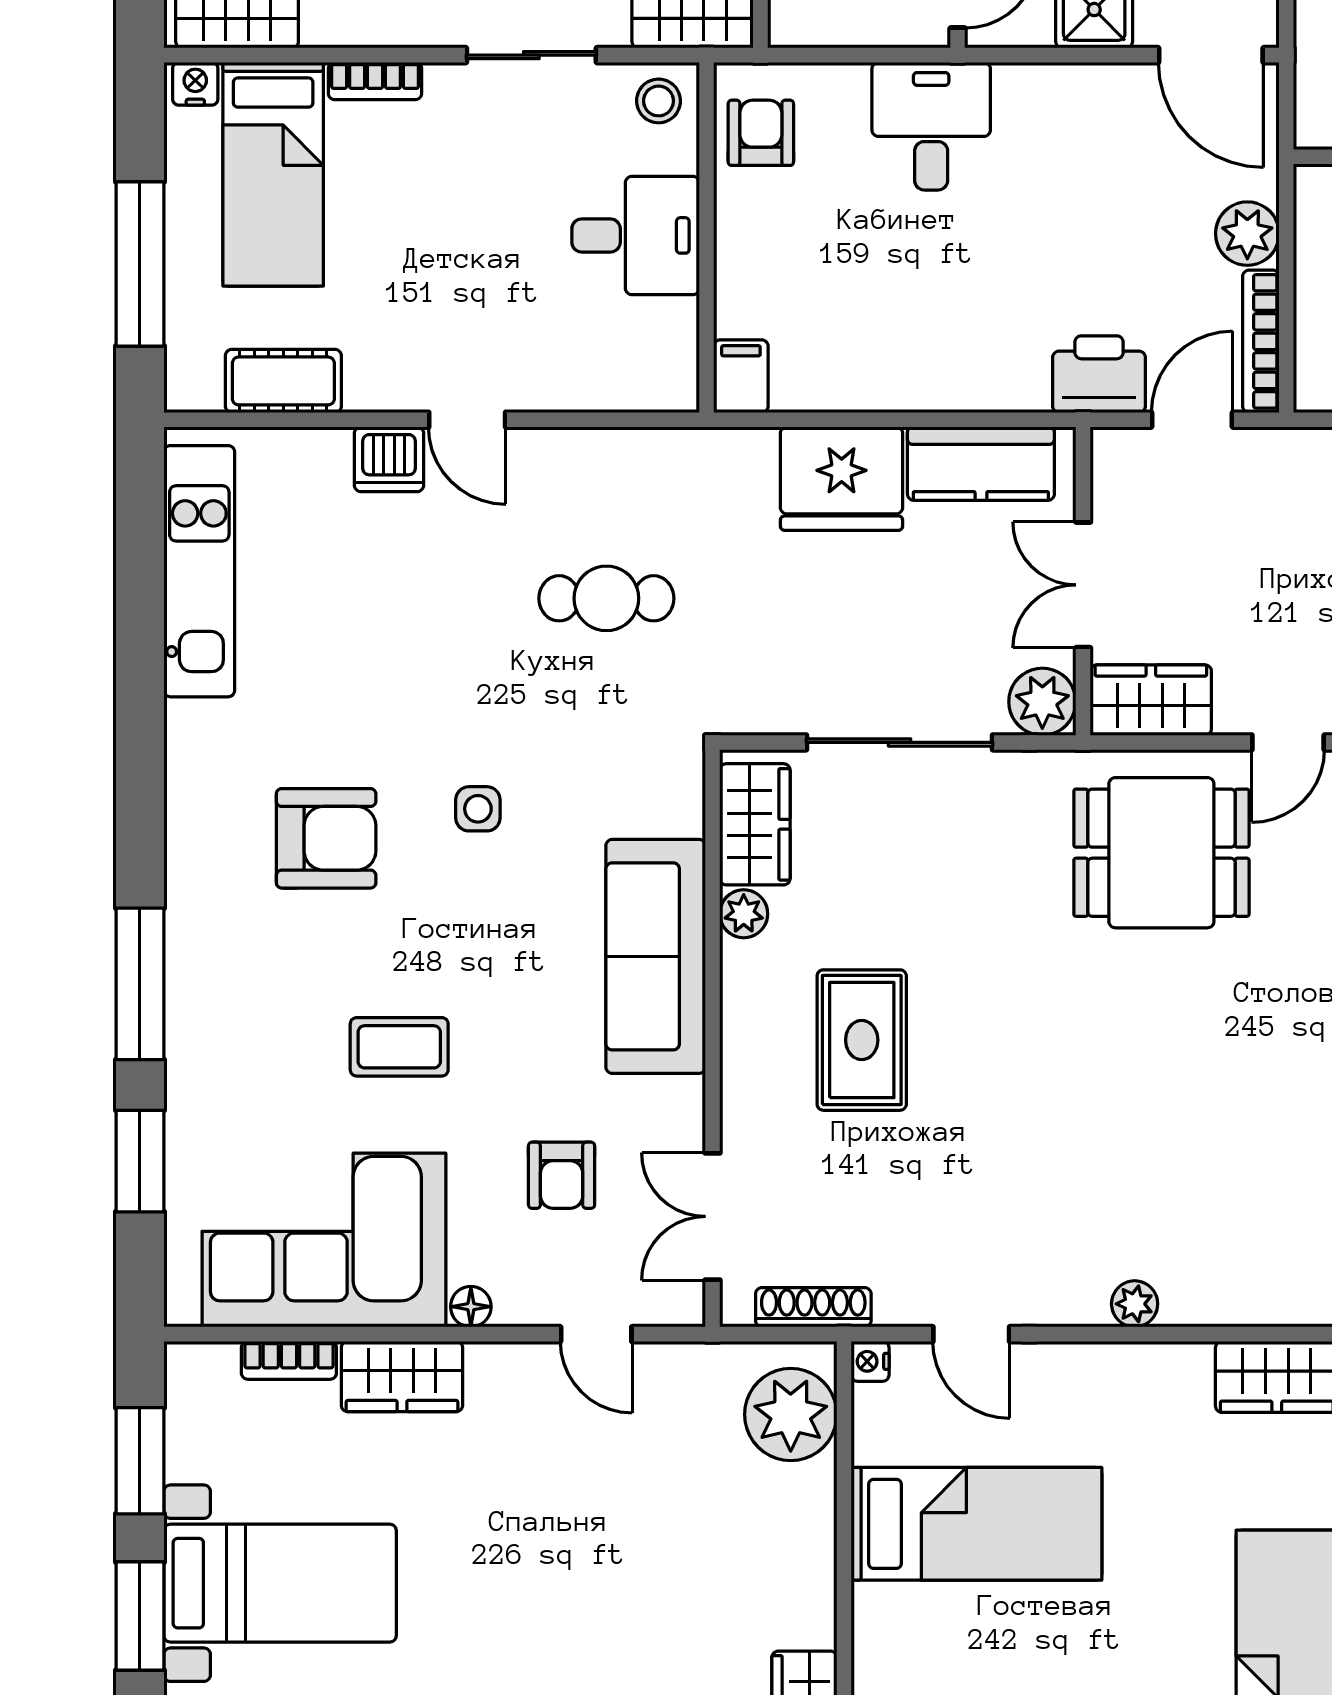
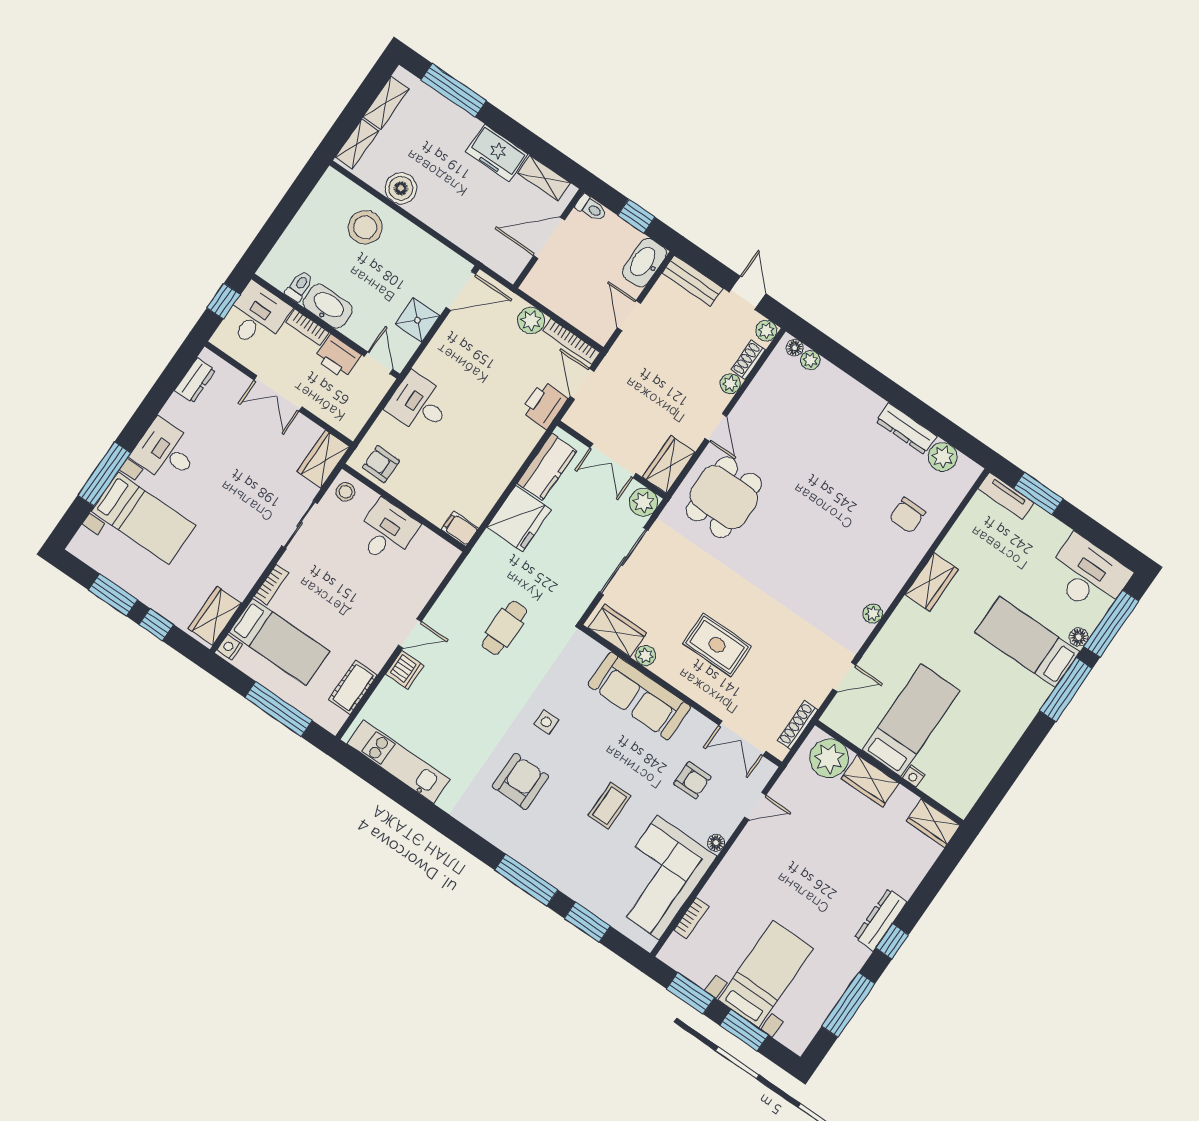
nightstand: (870, 1361) -> (914, 776), moved
wardrobe: (402, 1376) -> (870, 781), moved, turned 90

